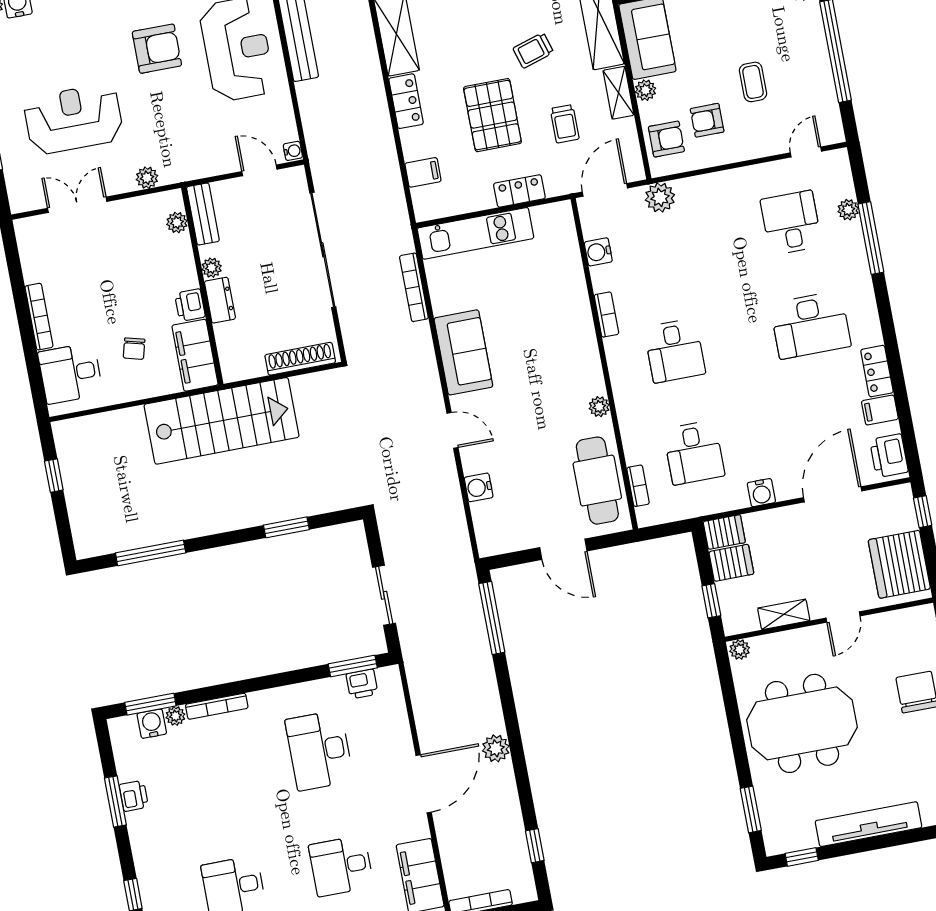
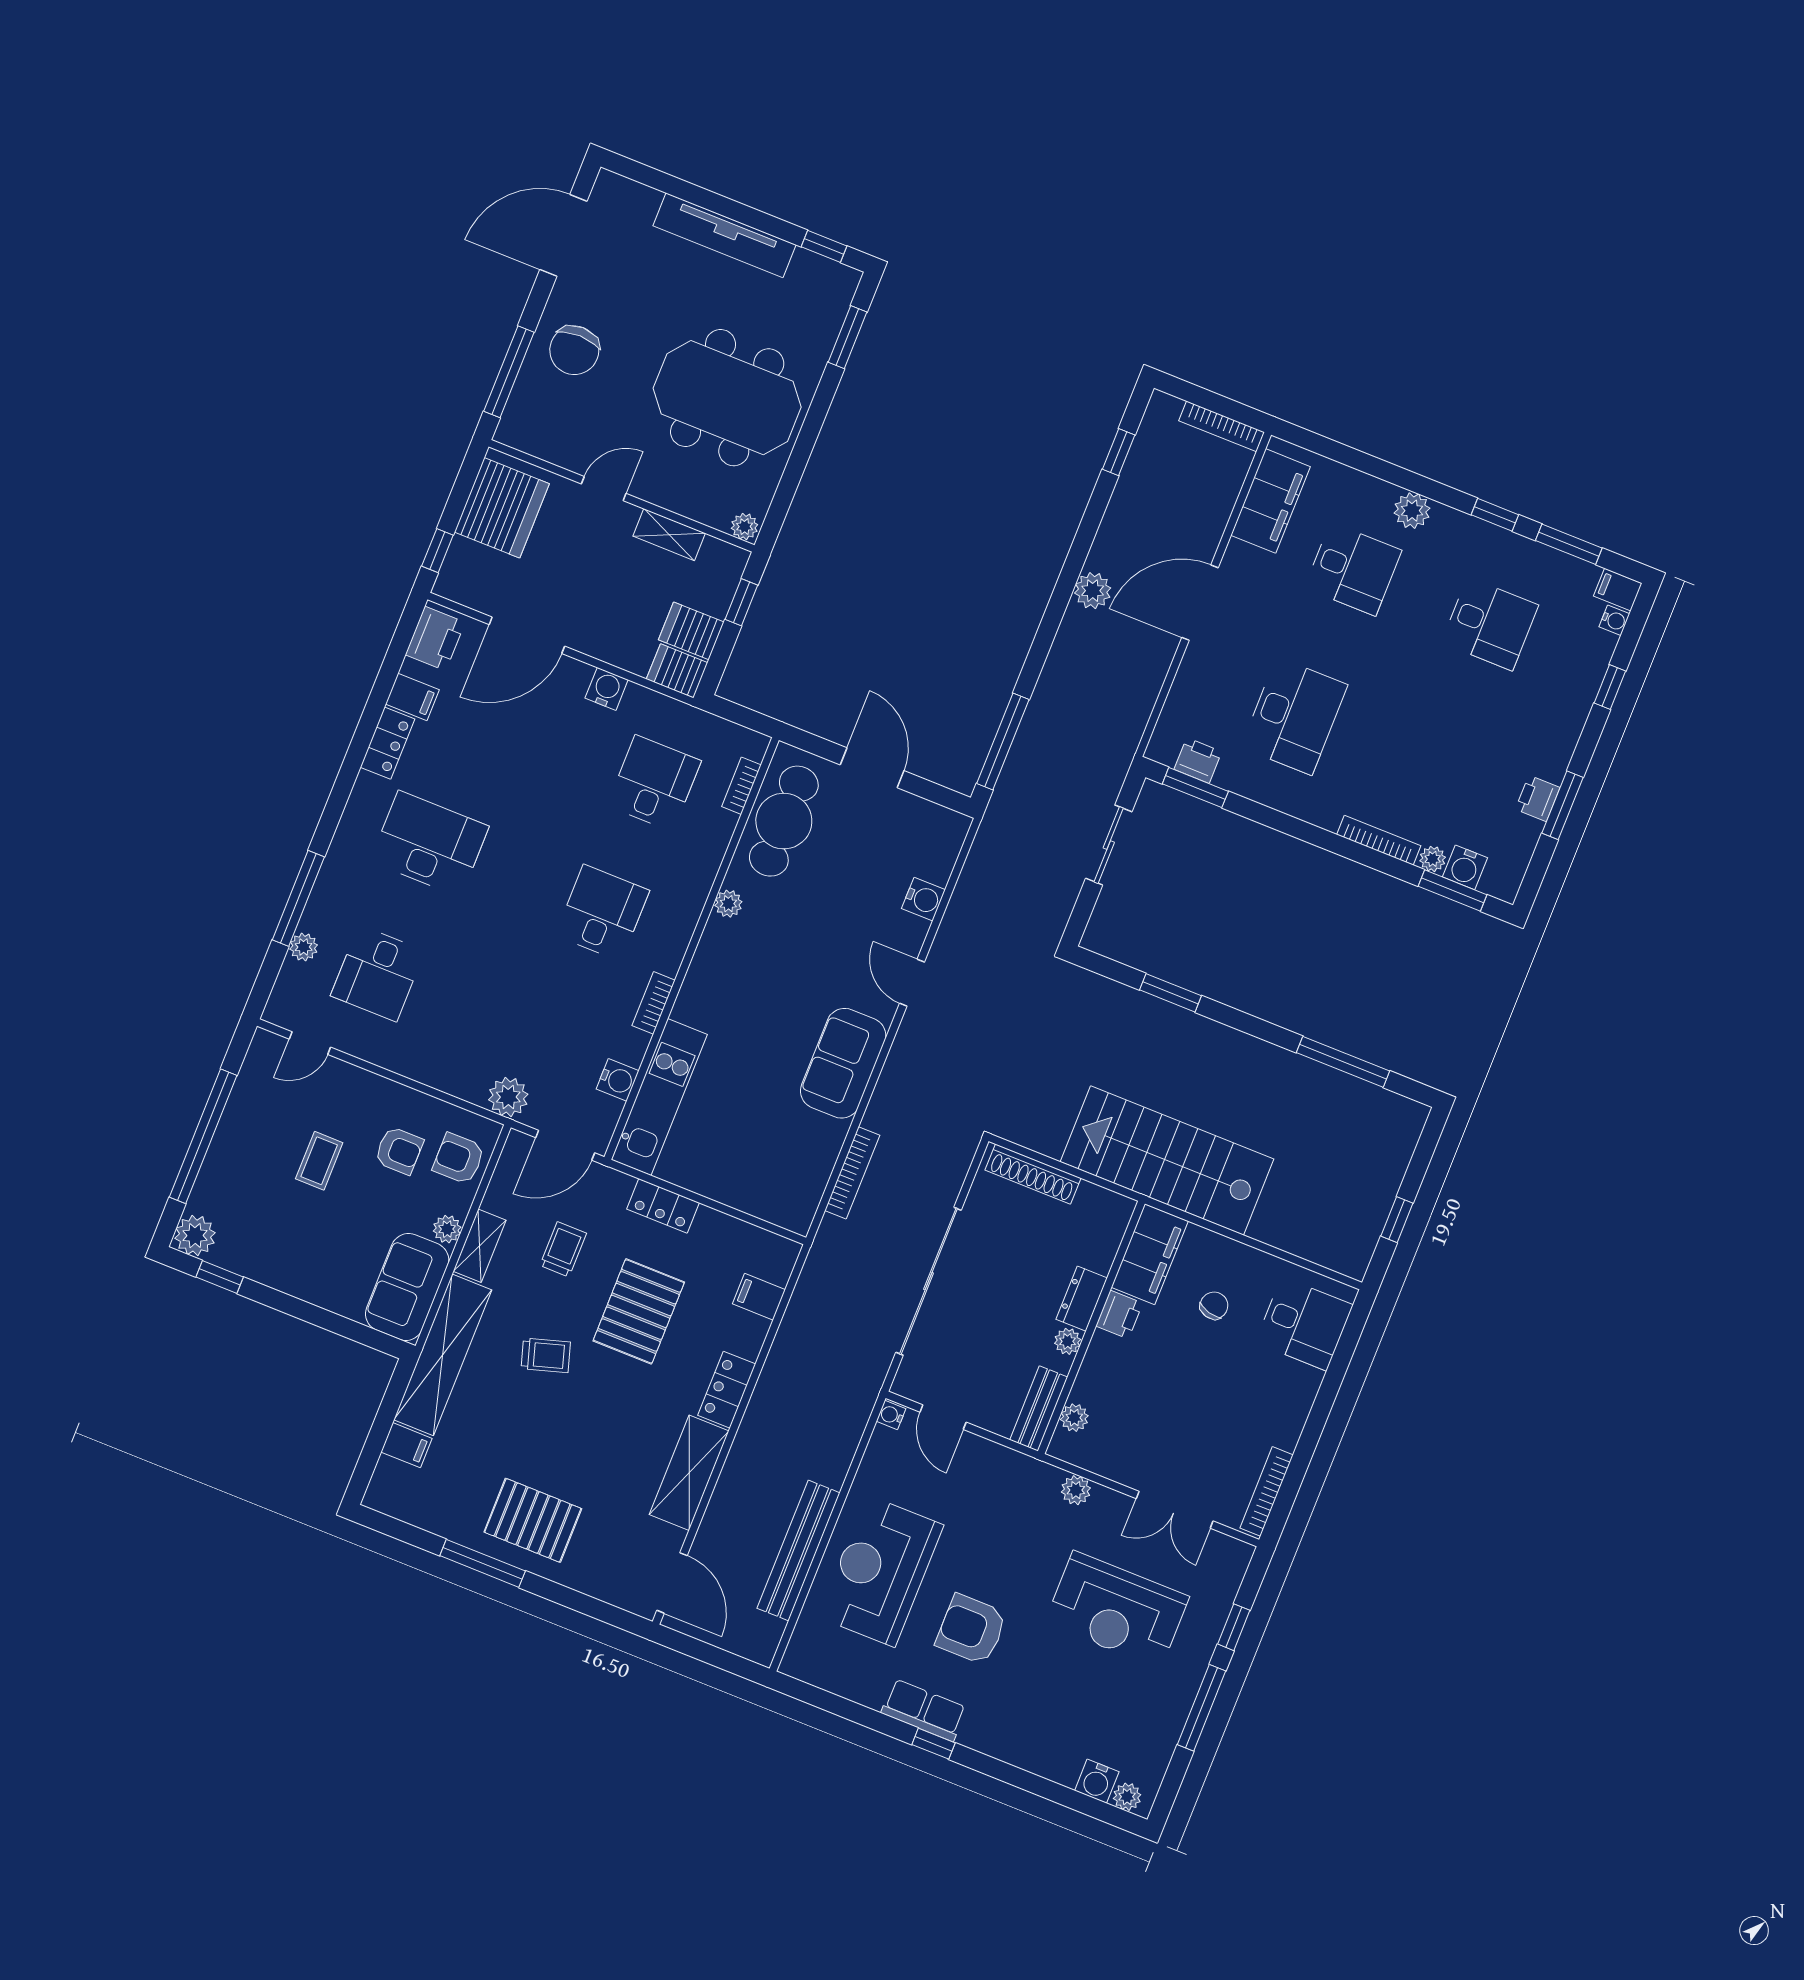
kitchen unit: (475, 233) -> (659, 1097), moved, turned 90
bookcase: (39, 317) -> (1267, 1491), moved

